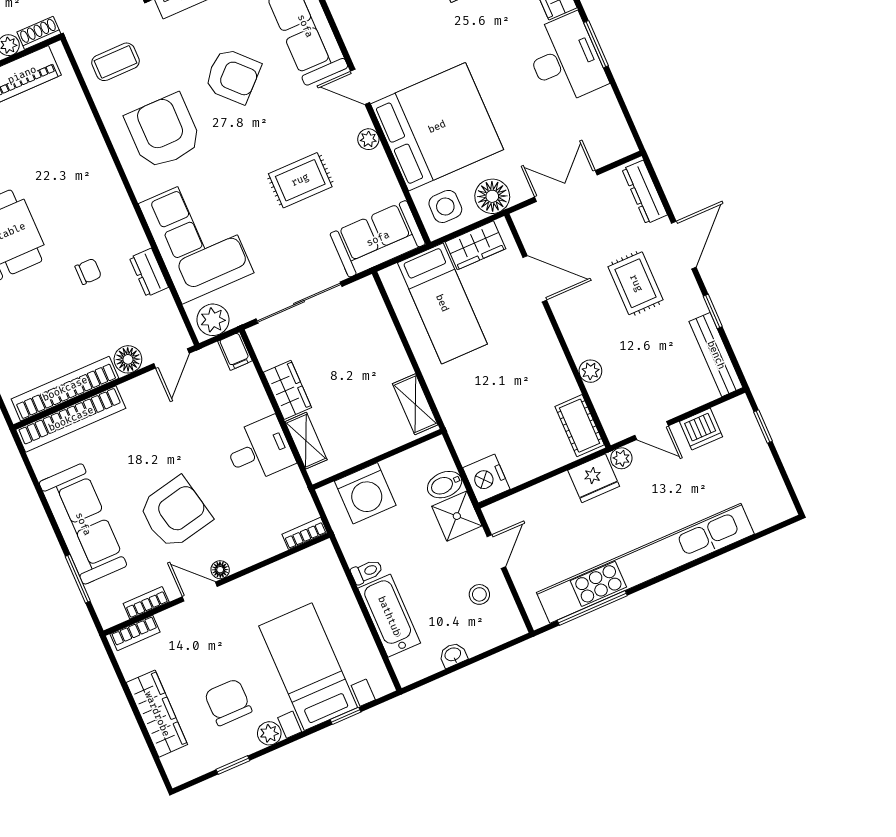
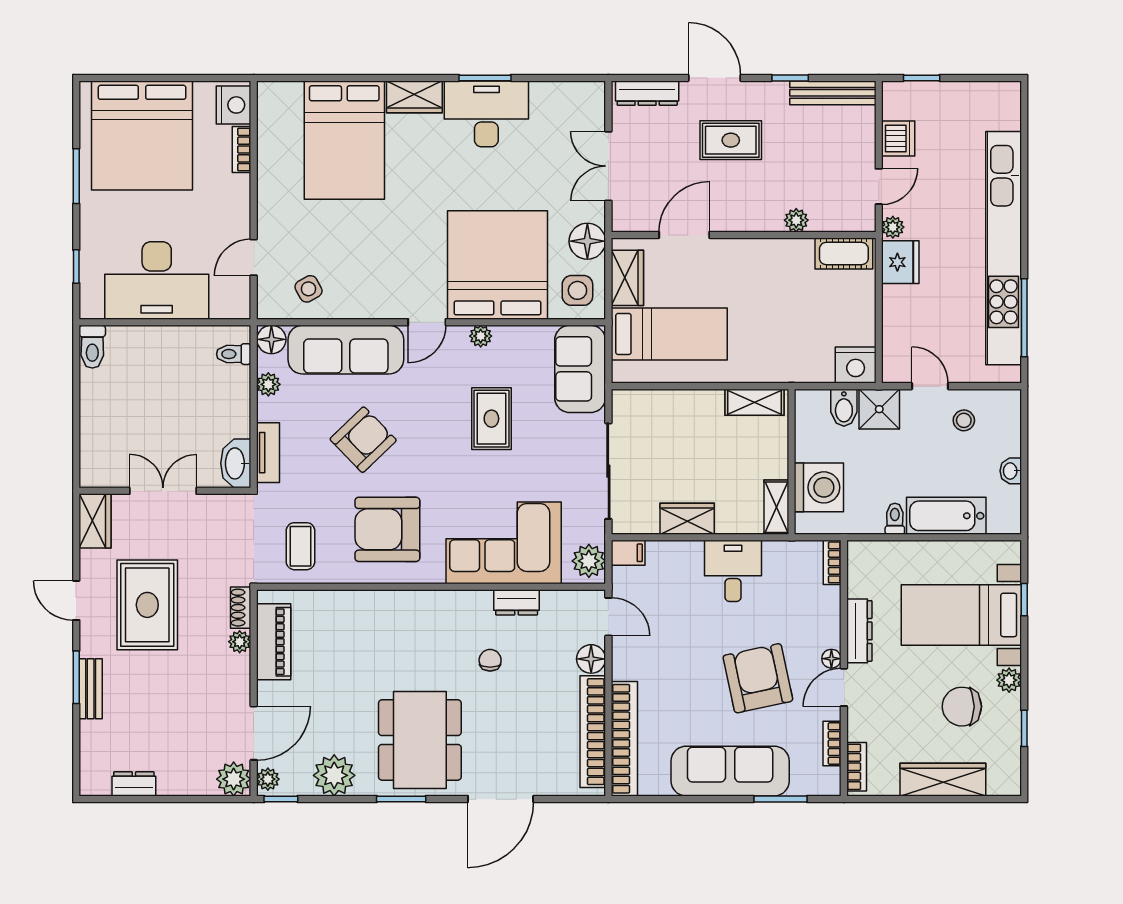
shelving: (306, 441) -> (776, 507), moved, turned 90
dresser: (255, 583) -> (859, 631), added

